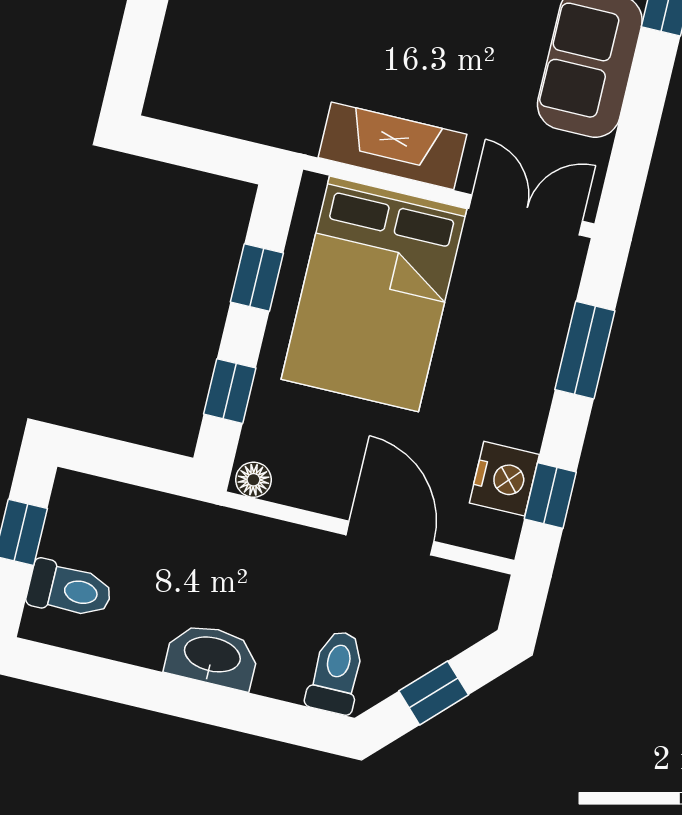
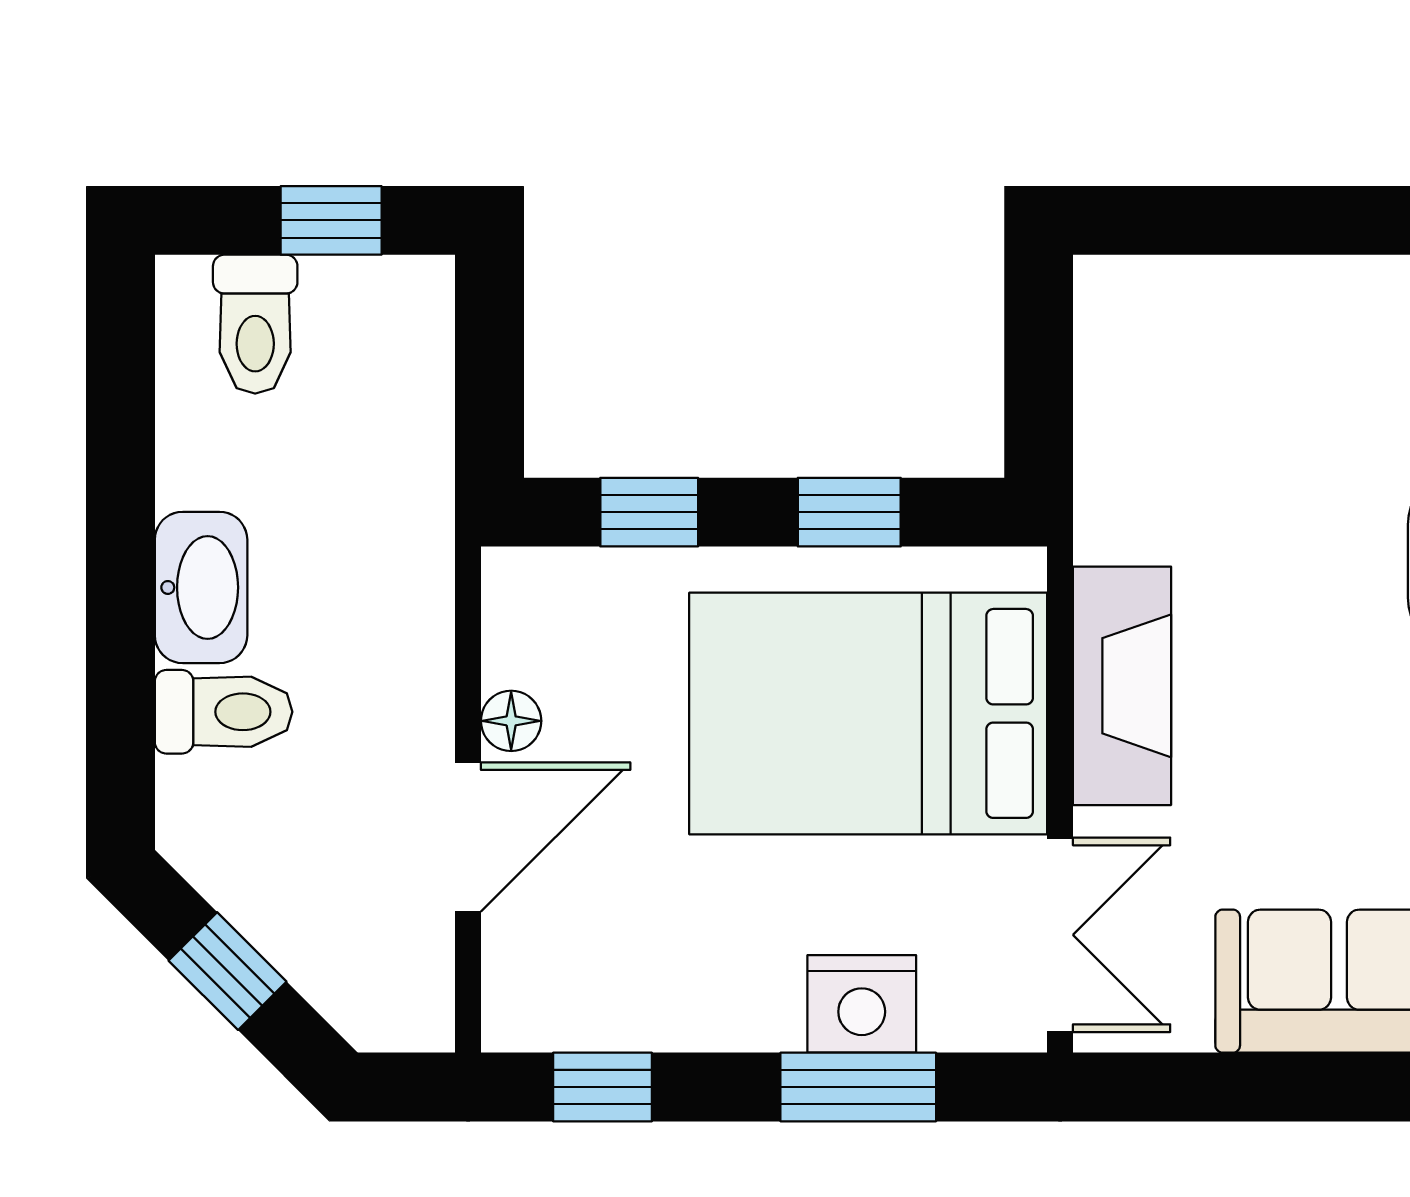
nightstand: (504, 479) -> (862, 1004), moved
floor lamp: (253, 480) -> (511, 721), moved
toilet: (336, 672) -> (224, 712), moved

